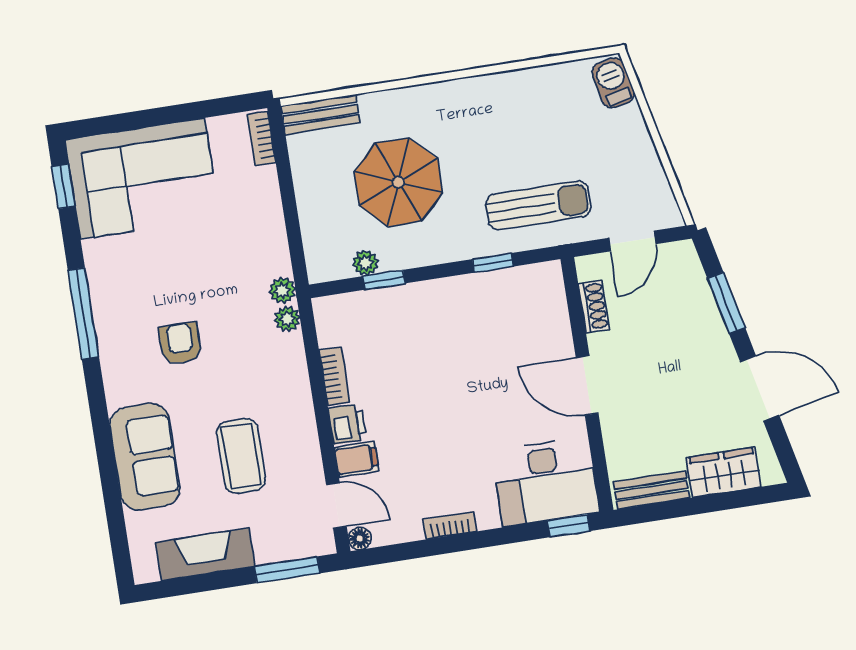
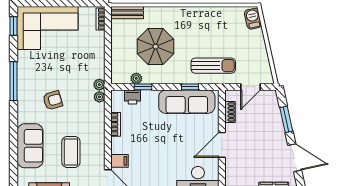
sofa: (490, 298) -> (187, 102), added
armchair: (180, 344) -> (53, 100), turned 74
door: (587, 385) -> (222, 145), hinge flipped
printer: (347, 424) -> (132, 97), moved, turned 90

